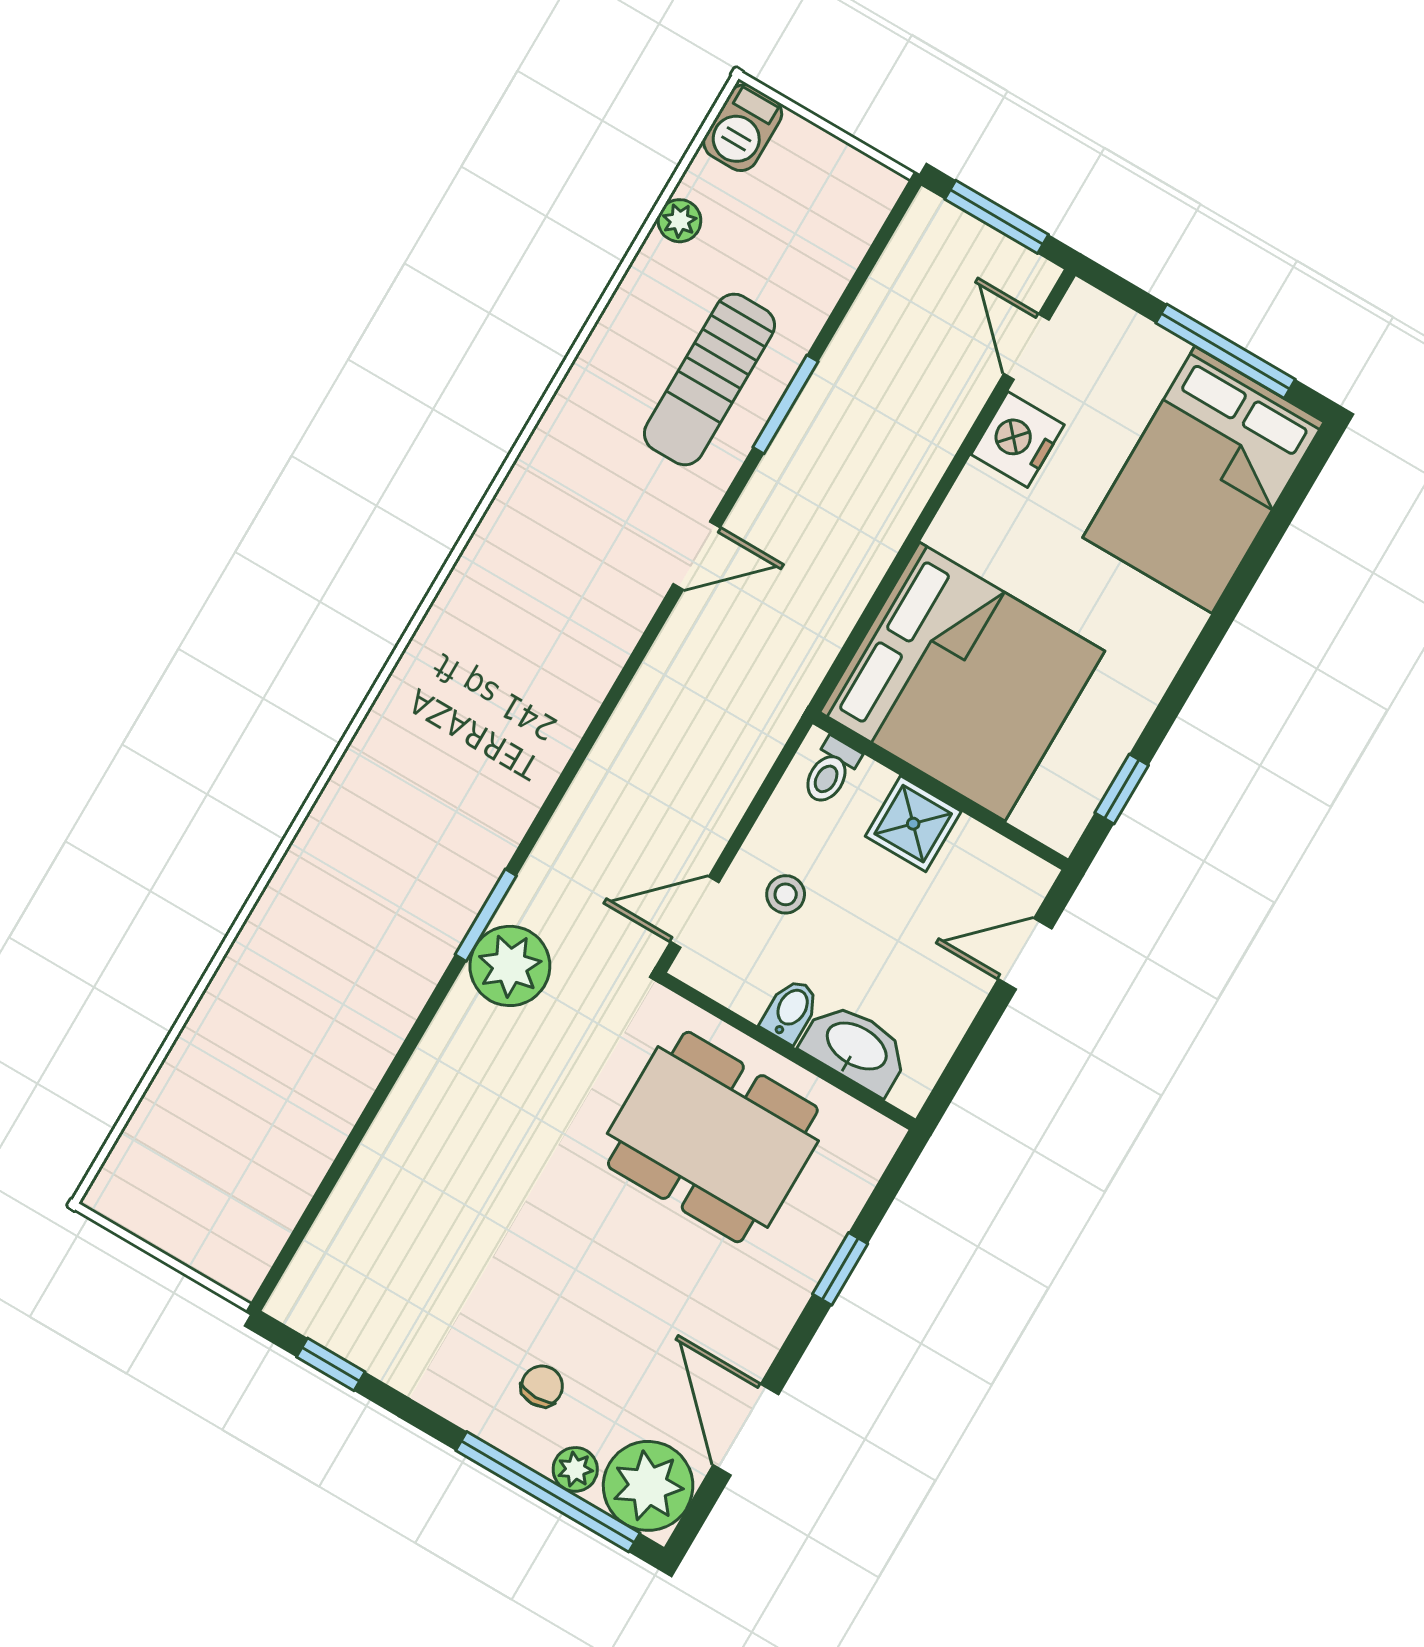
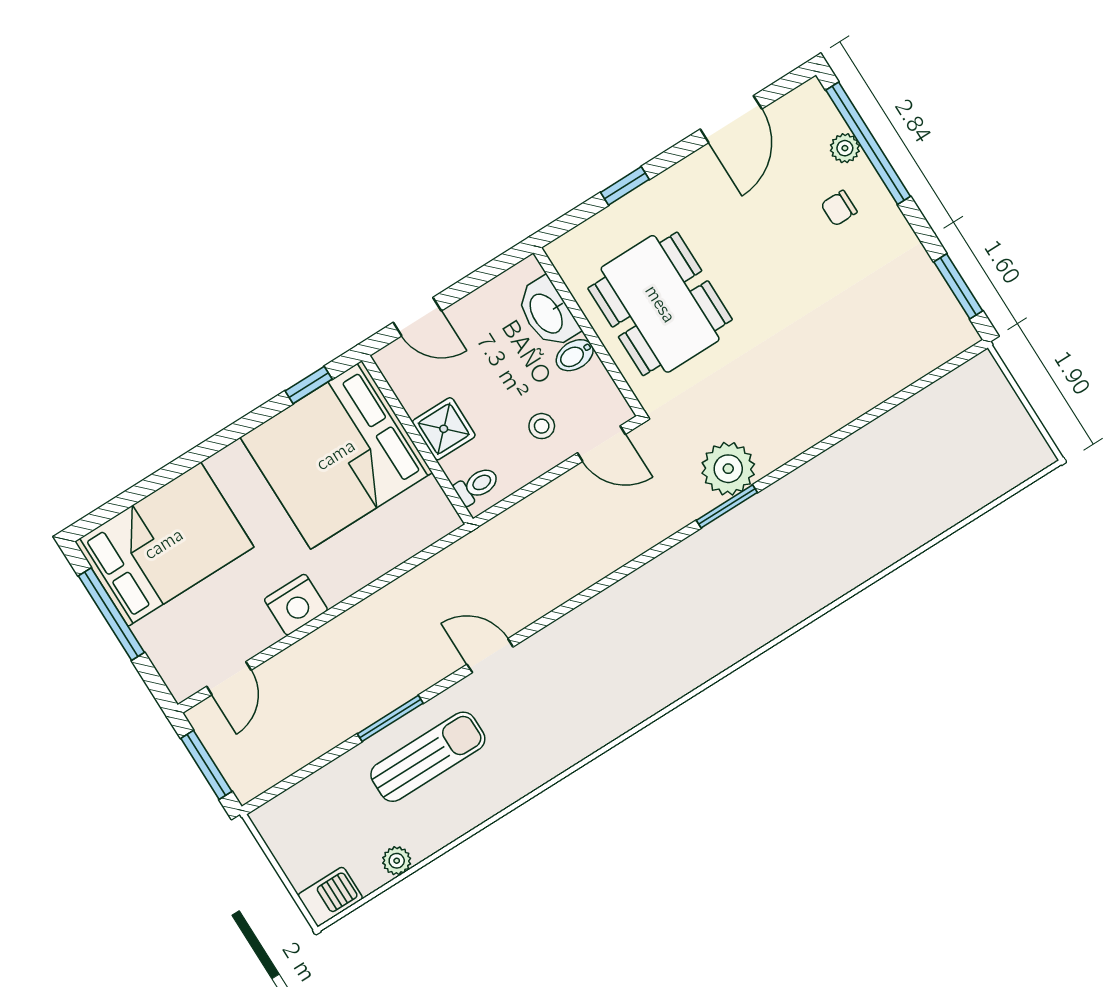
nightstand: (1018, 440) -> (296, 605), moved
bed: (962, 682) -> (336, 455), moved, turned -90
window: (331, 1364) -> (958, 286), width x1.50
plant: (648, 1486) -> (807, 116), removed

